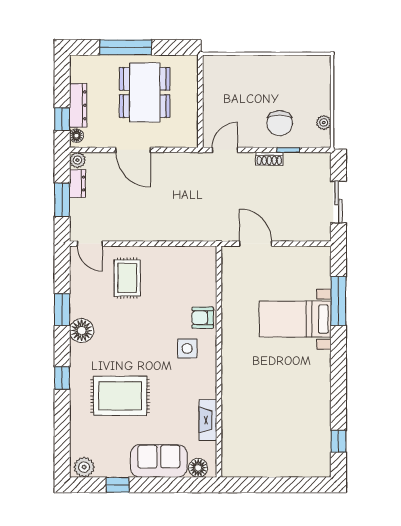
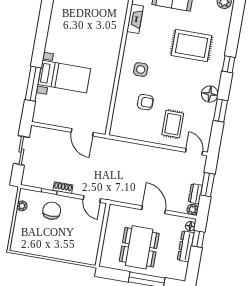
door: (225, 150) -> (92, 199), hinge flipped
armchair: (203, 318) -> (145, 102), moved

